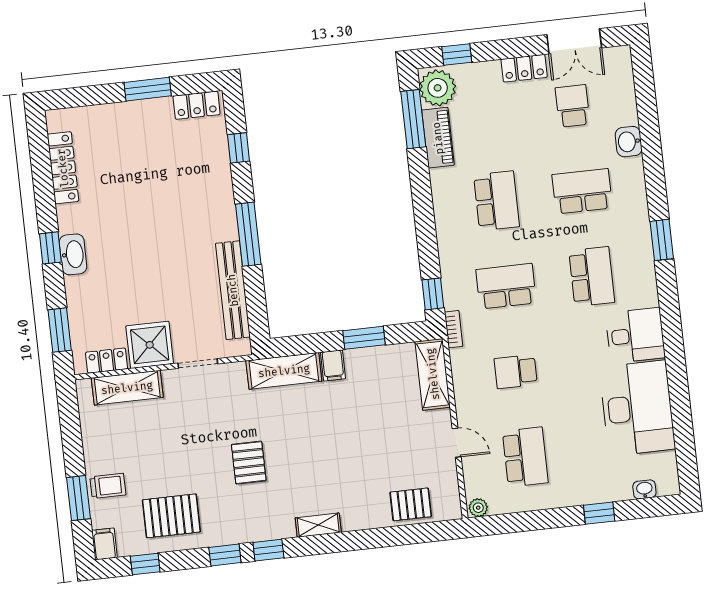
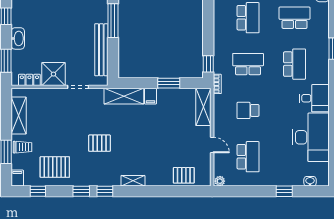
washbasin: (73, 254) -> (18, 38), moved
shelving: (127, 388) -> (19, 116), moved, turned 90
pallet: (249, 463) -> (99, 143), turned 90

